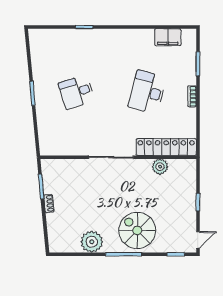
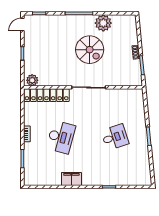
filing cabinet: (168, 37) -> (71, 179), moved
plant: (160, 167) -> (32, 80), moved
spiral stairs: (137, 230) -> (90, 50), moved

